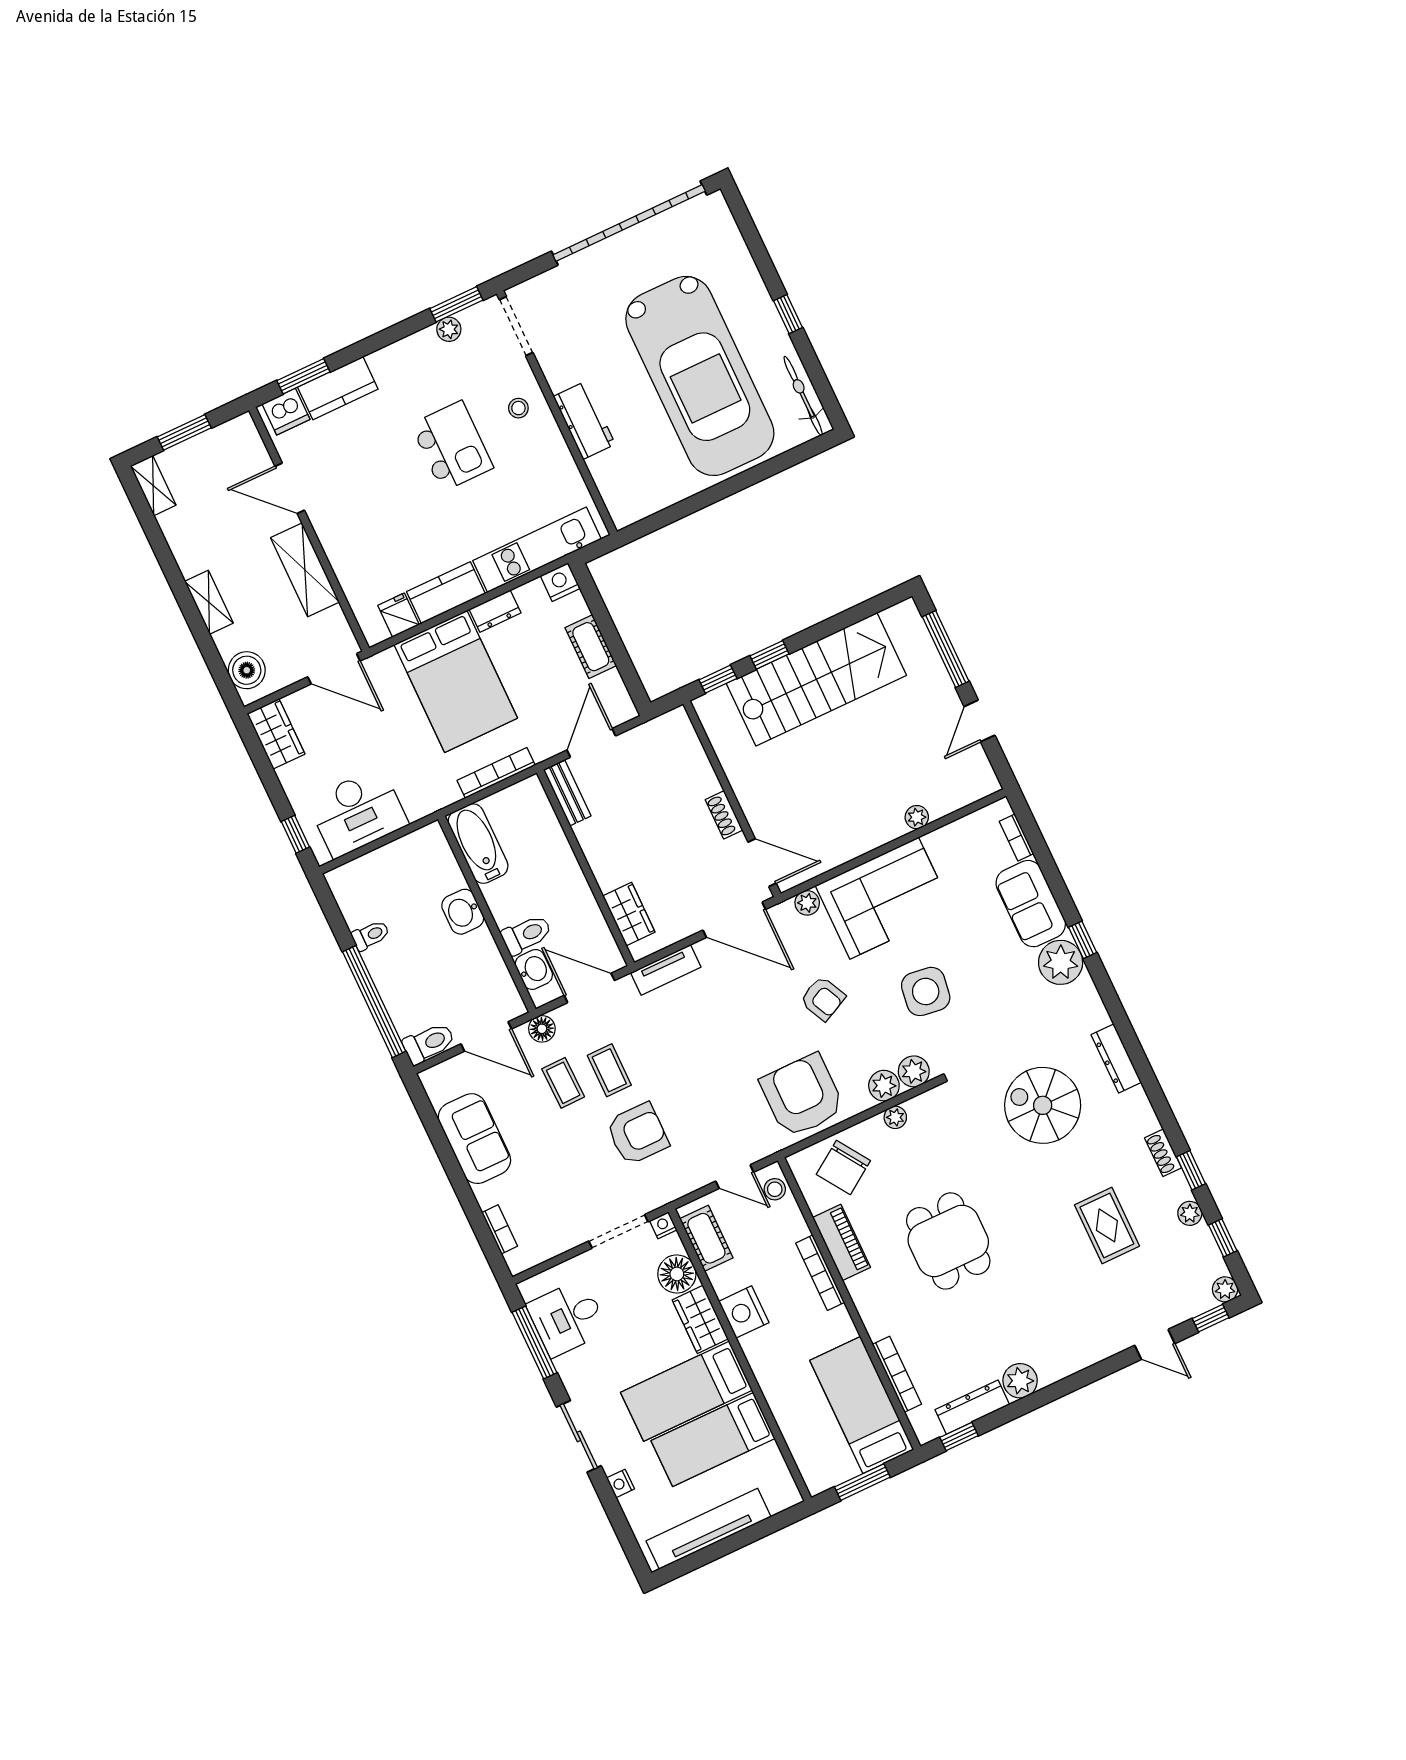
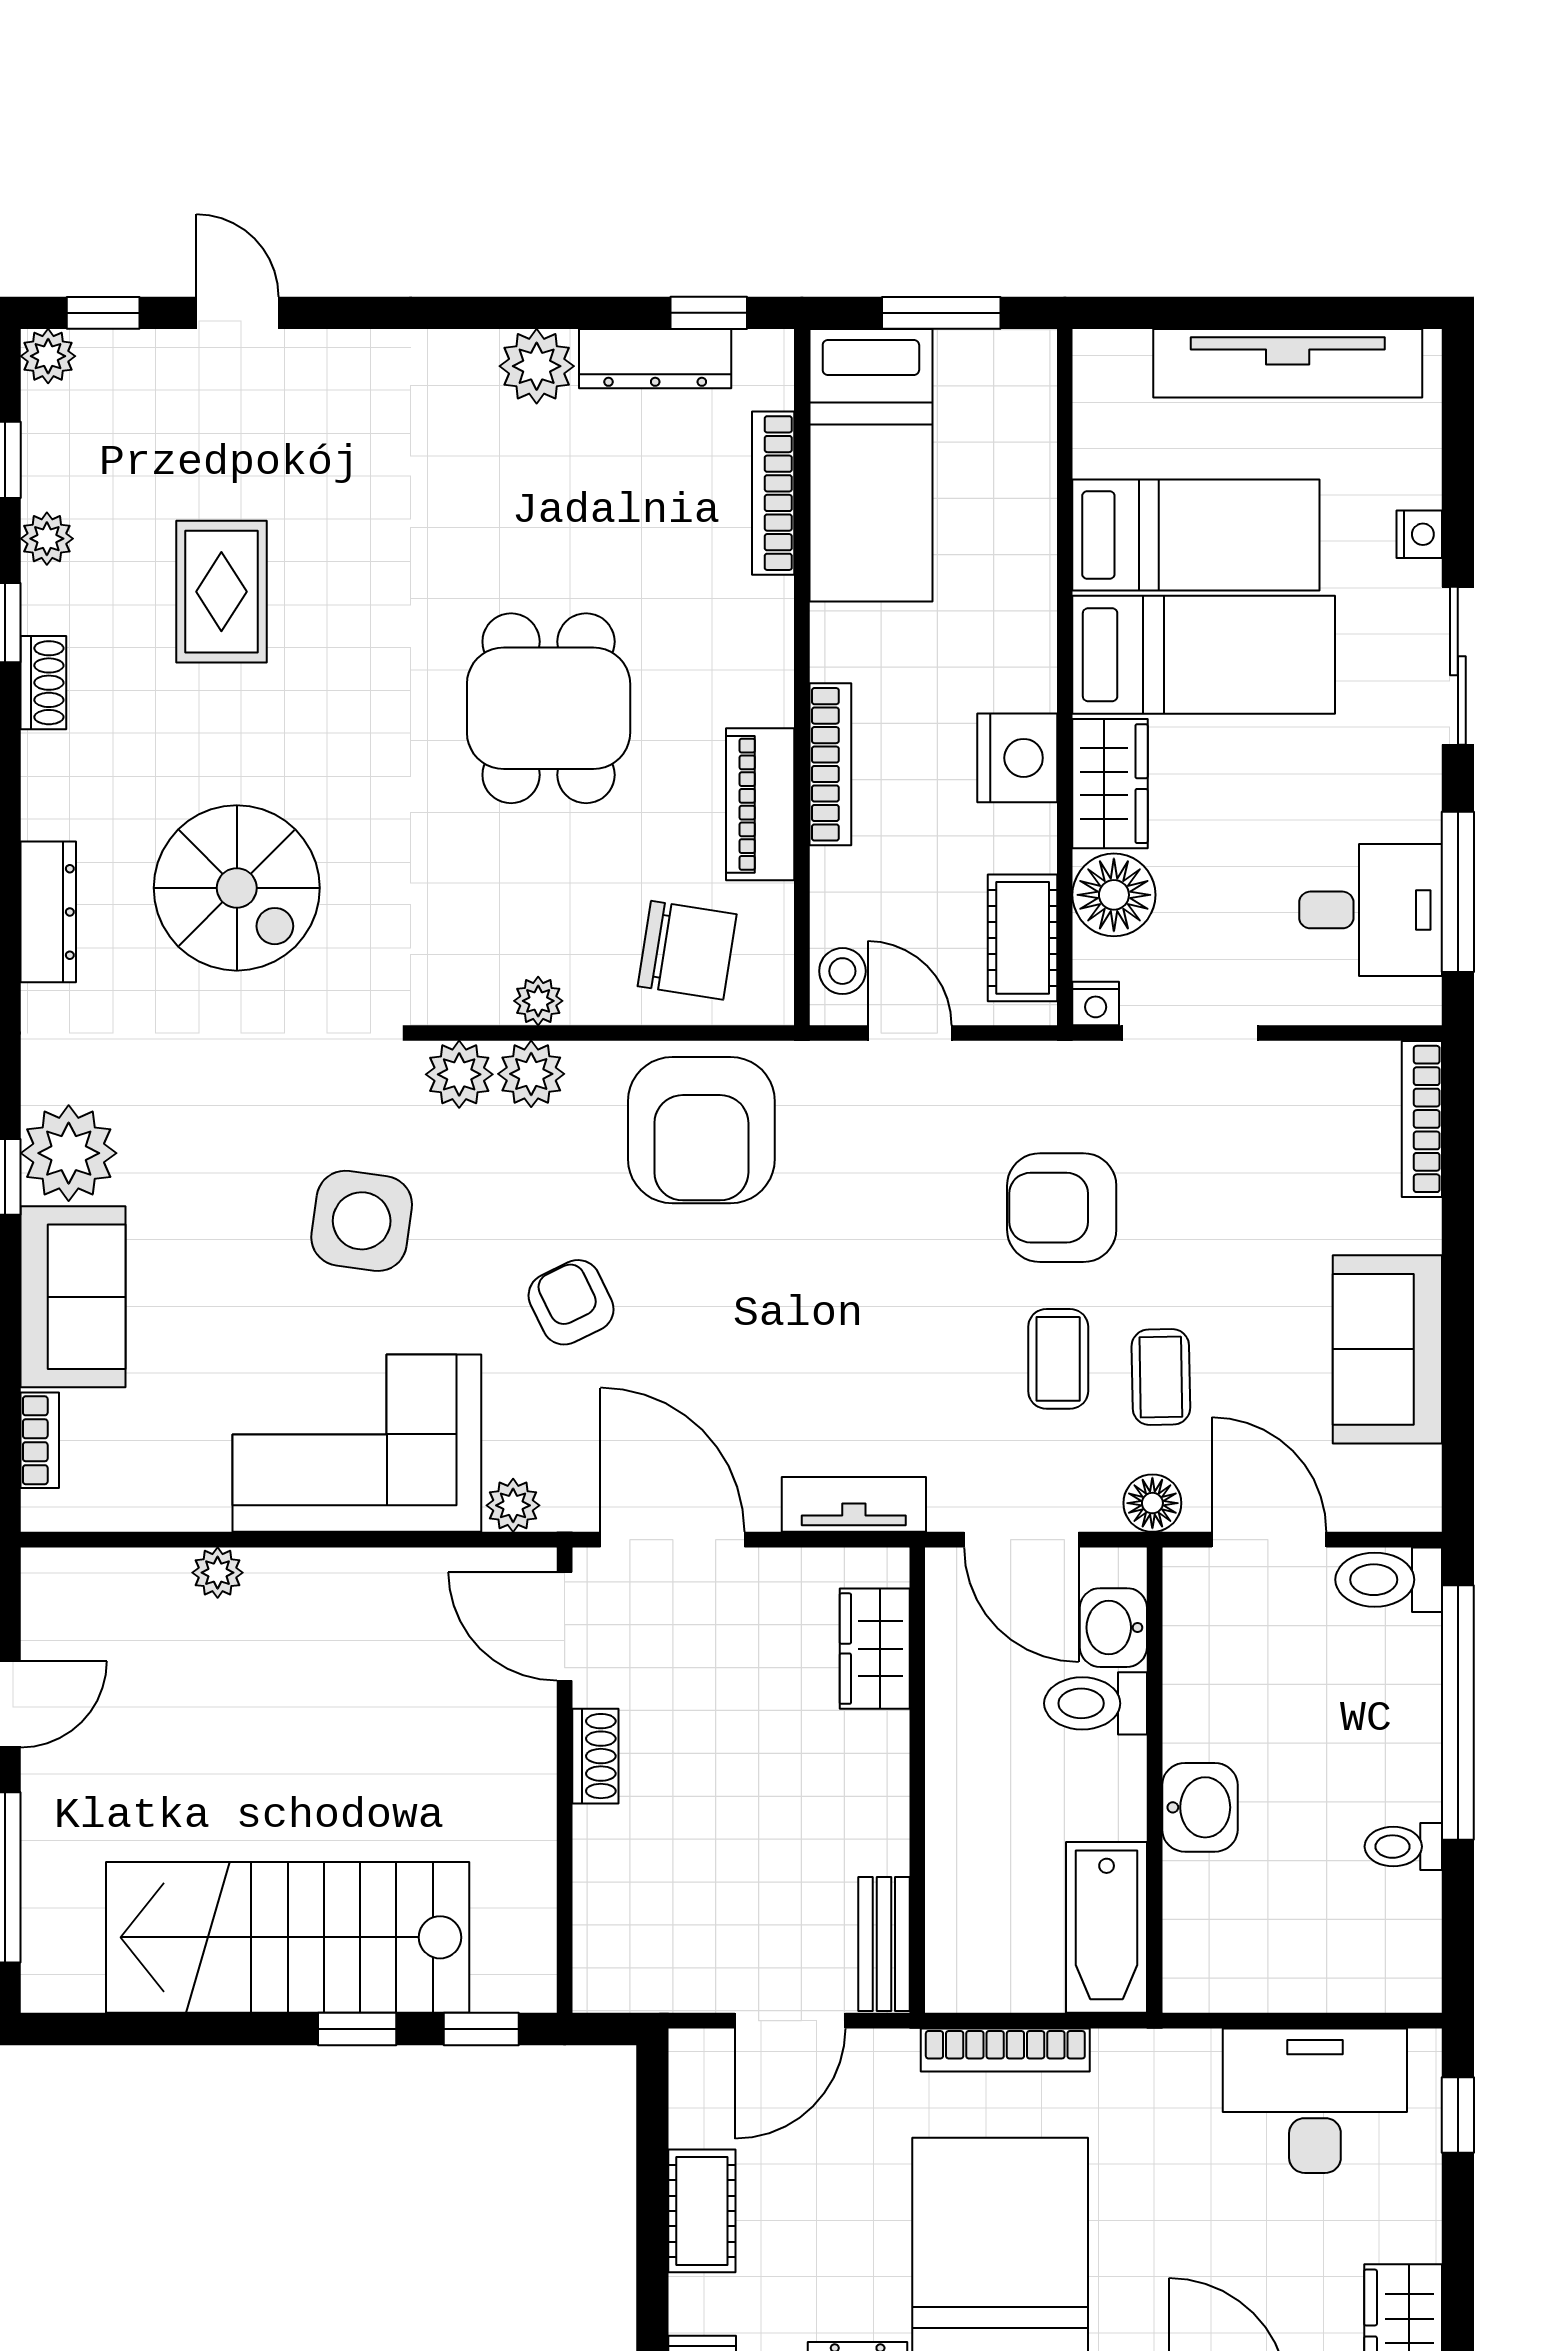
chair: (843, 1168) -> (687, 950), turned 43
bookcase: (500, 1229) -> (1422, 1119), width x1.56

